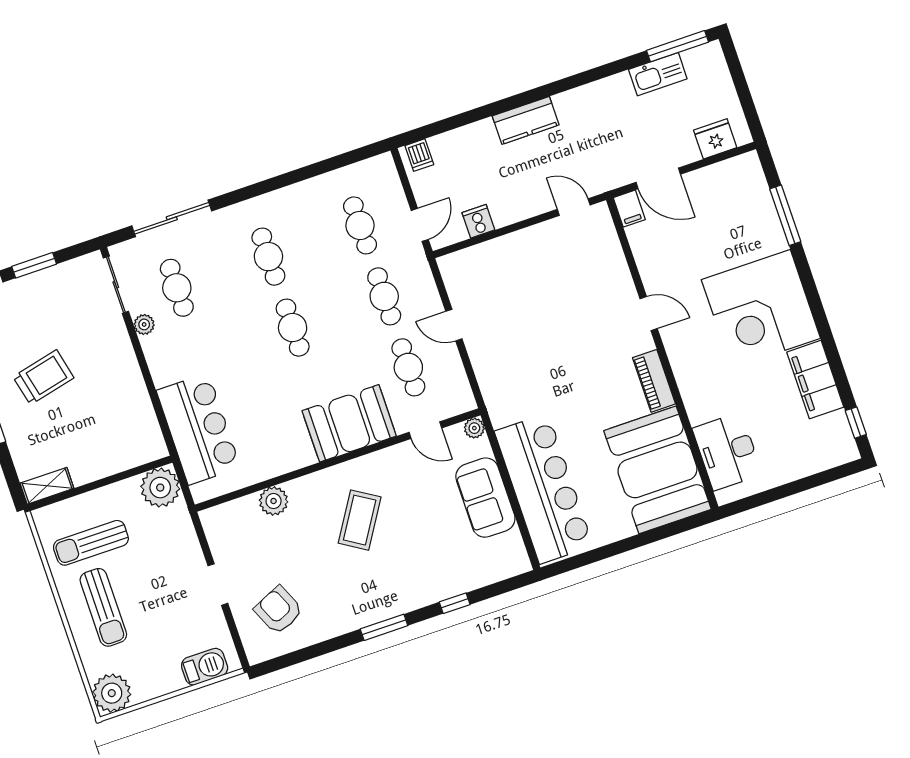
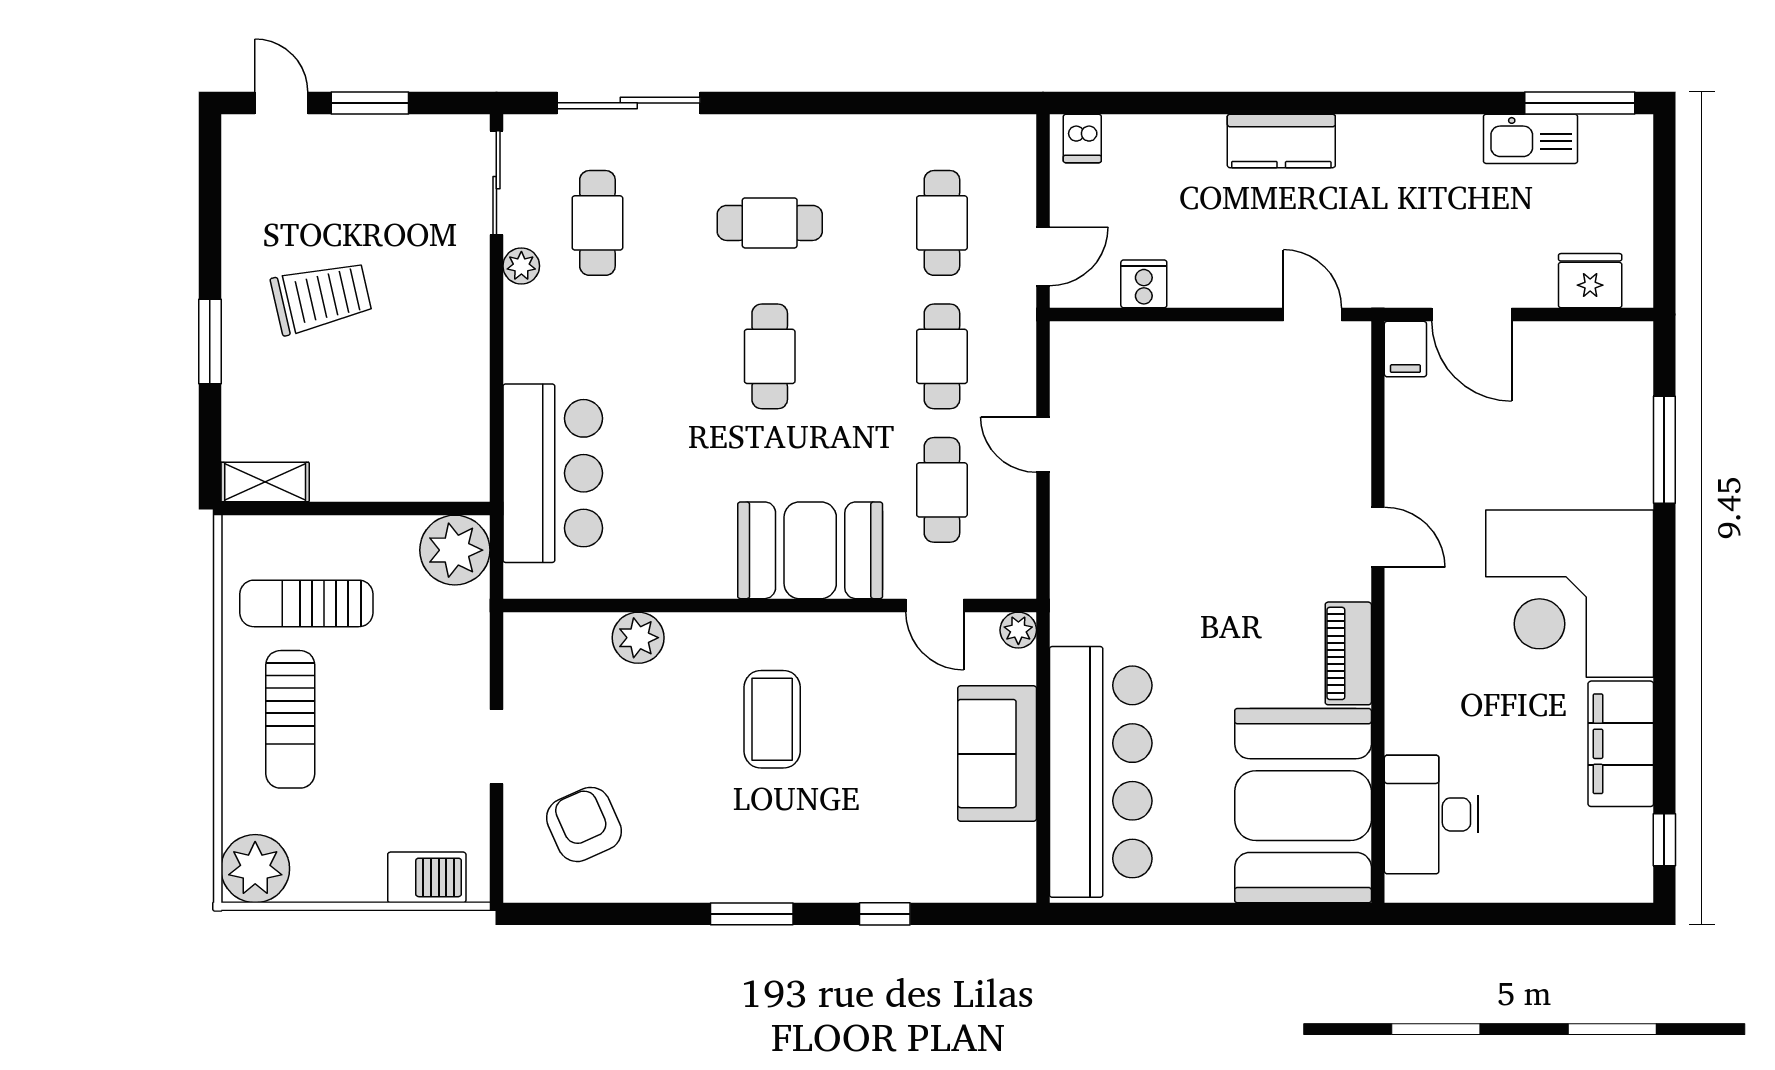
cafe table: (268, 257) -> (770, 223), turned 90
coffee table: (360, 520) -> (772, 719), turned -32

